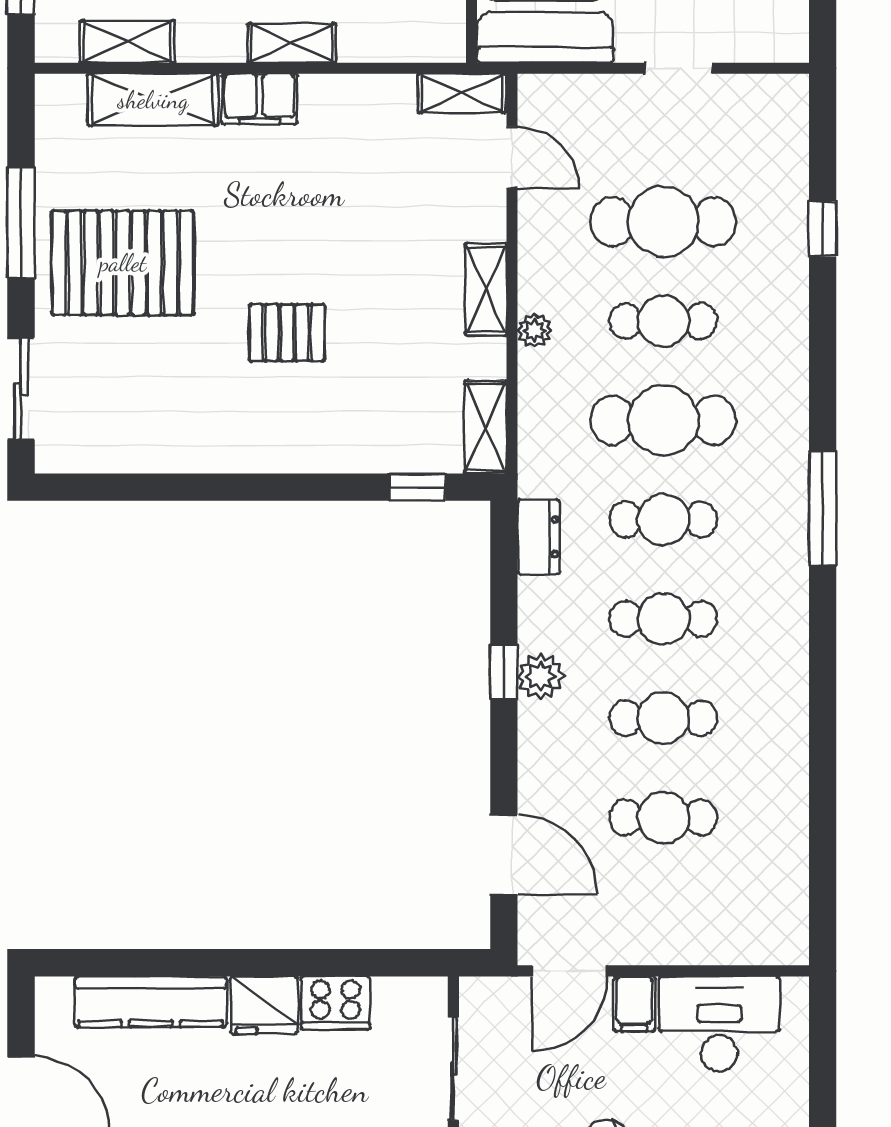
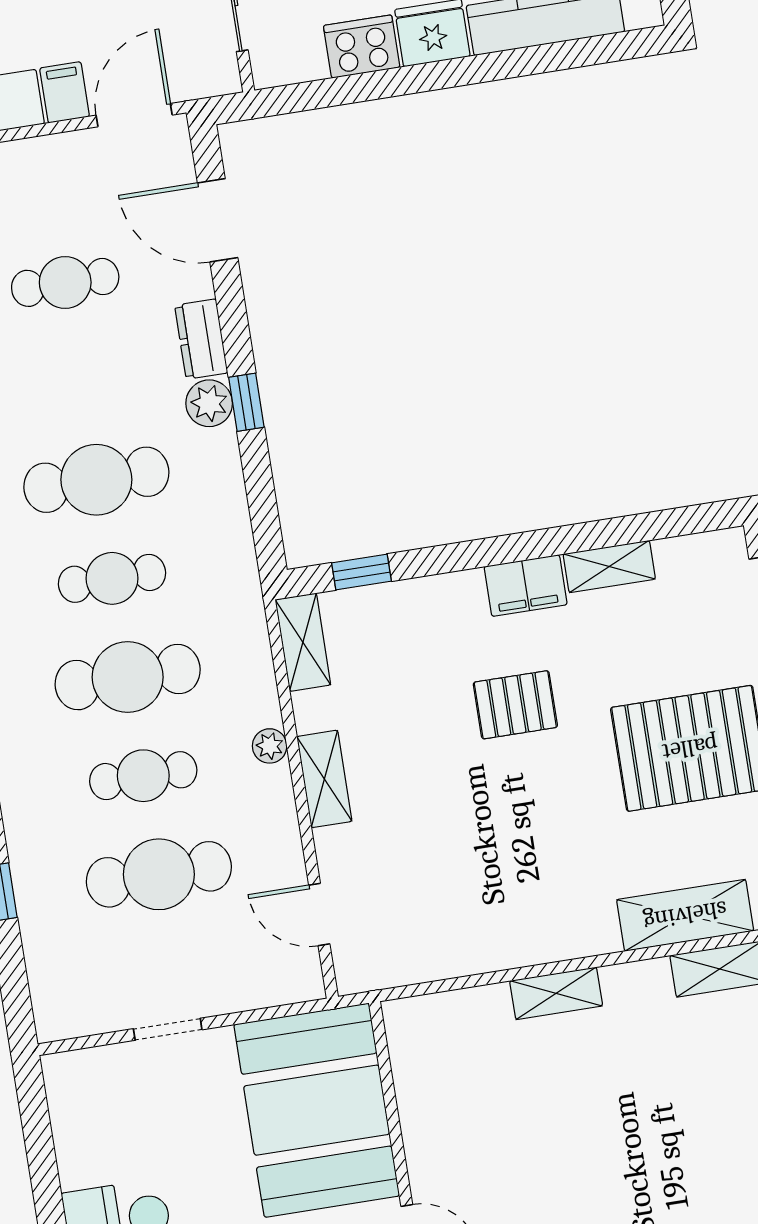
shelving: (462, 93) -> (609, 566), moved
filing cabinet: (260, 99) -> (526, 586), moved, turned 180
dresser: (539, 537) -> (201, 339), moved
cafe table: (663, 619) -> (96, 480), width x1.37, depth x1.35
cafe table: (663, 718) -> (81, 381), removed

